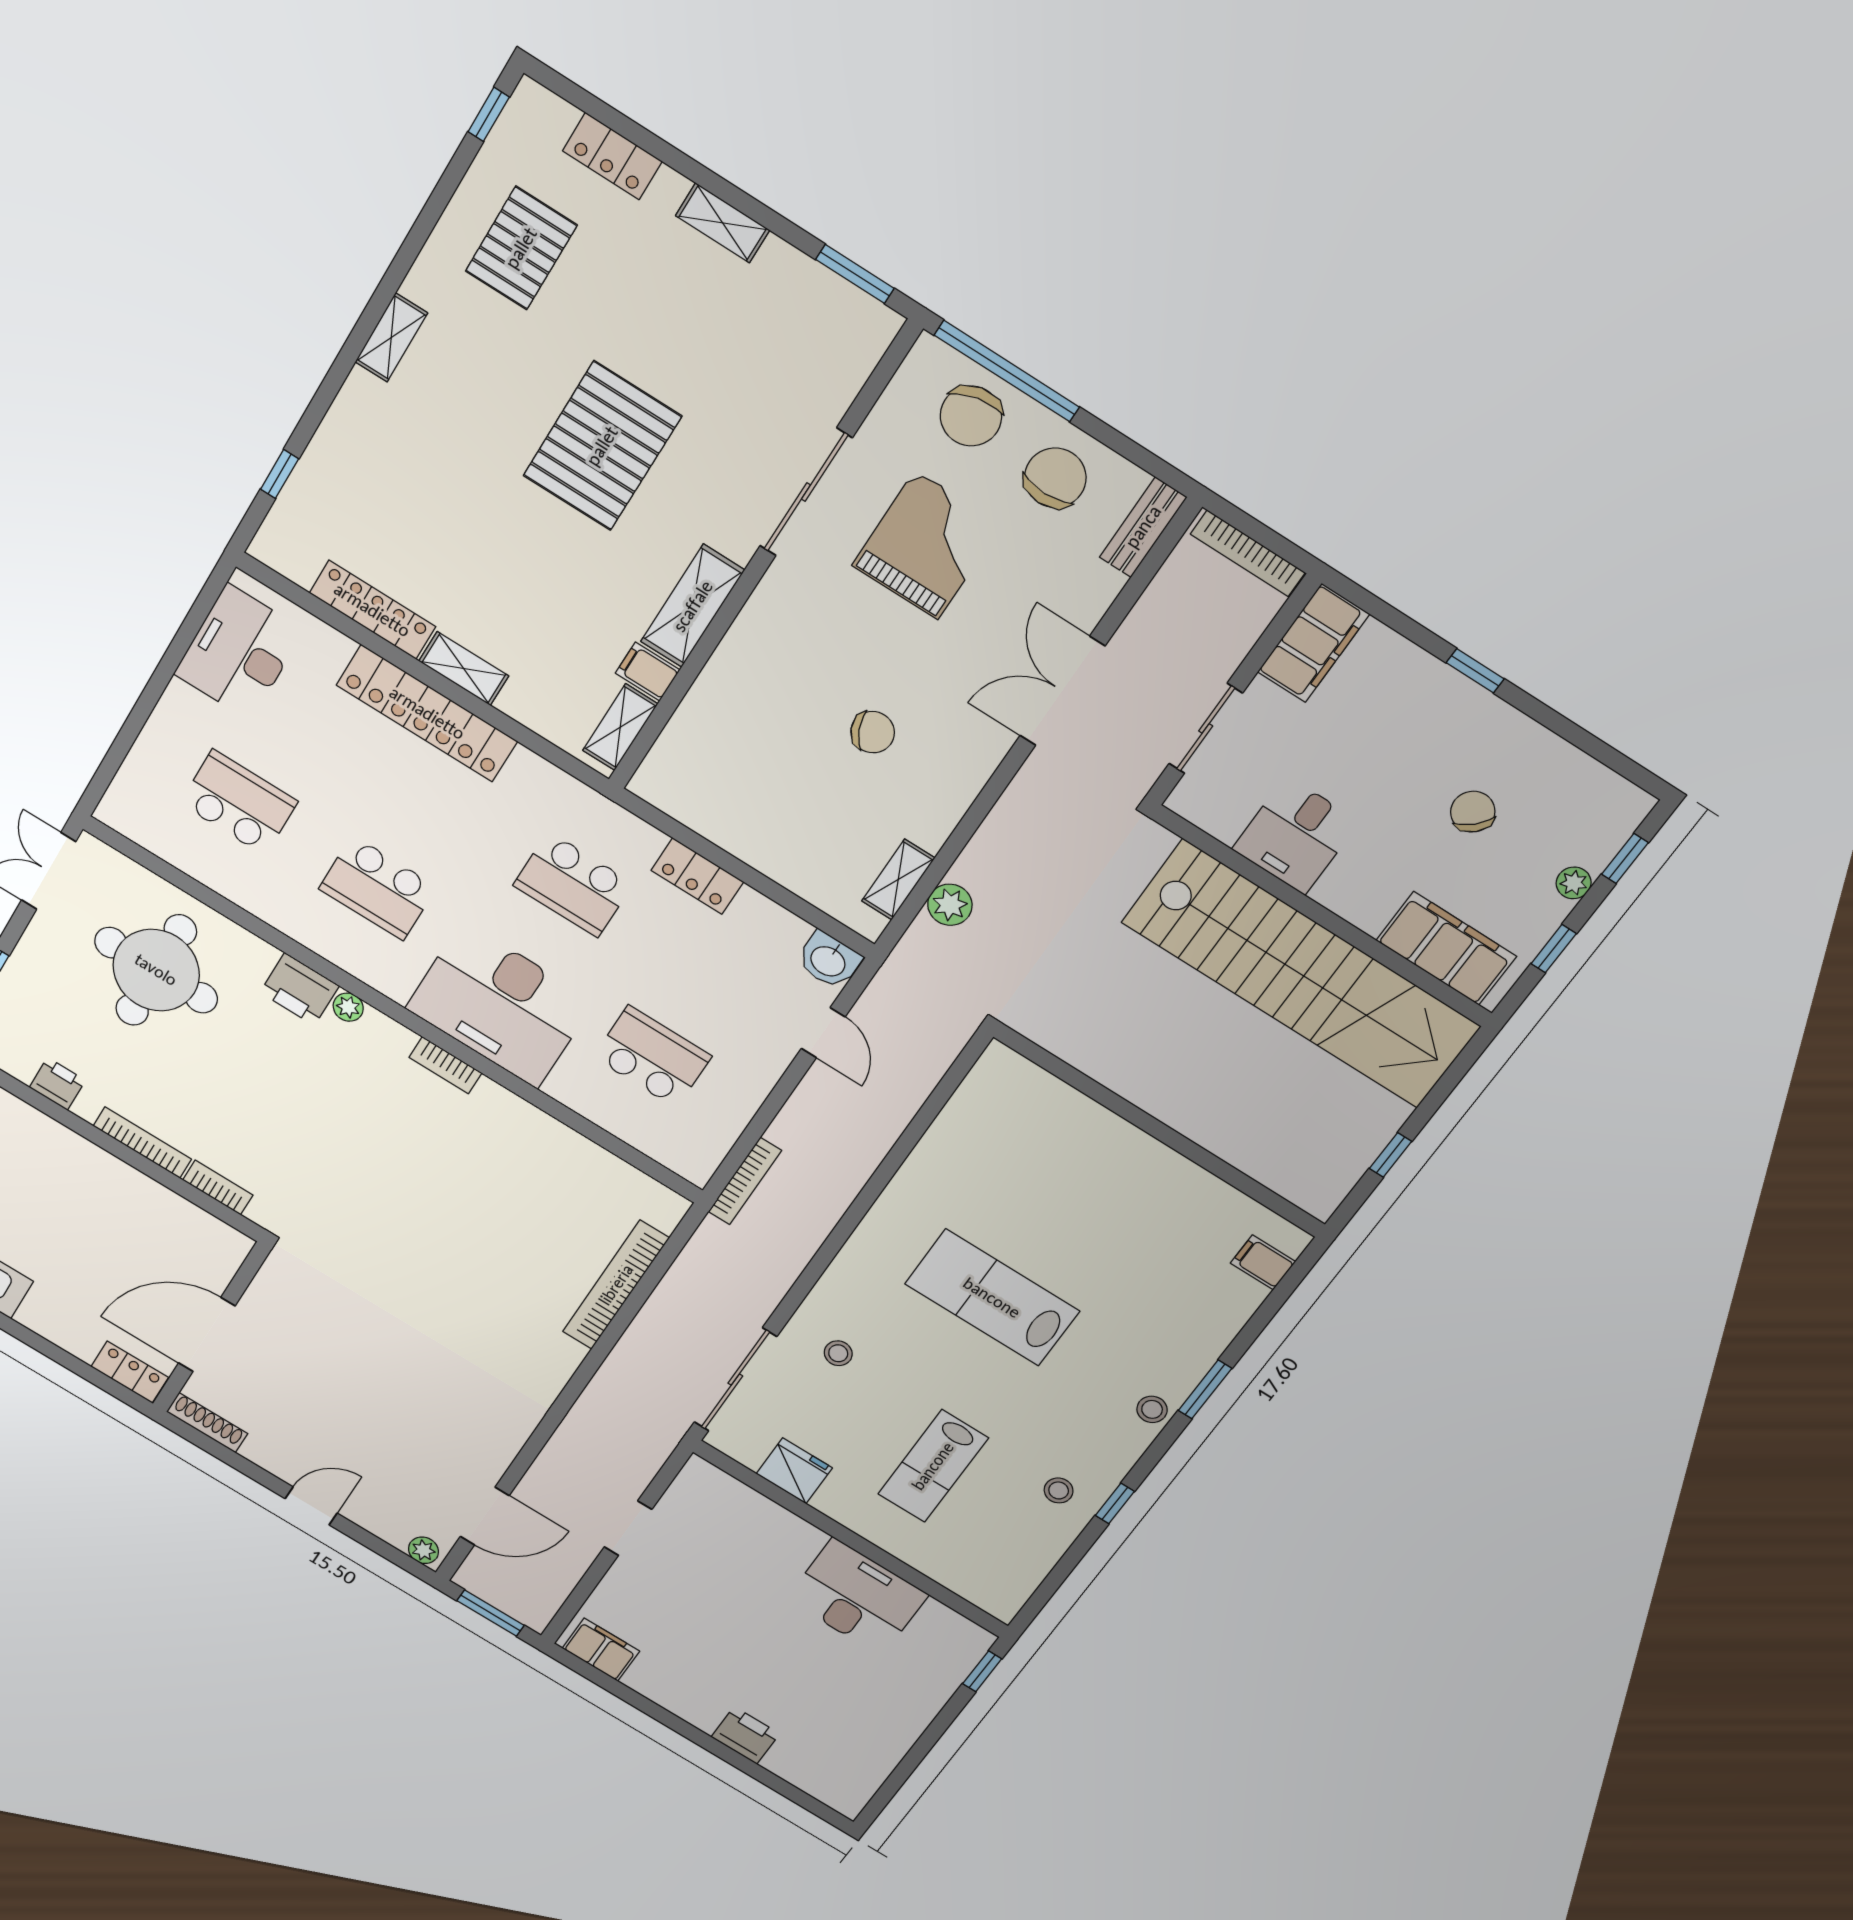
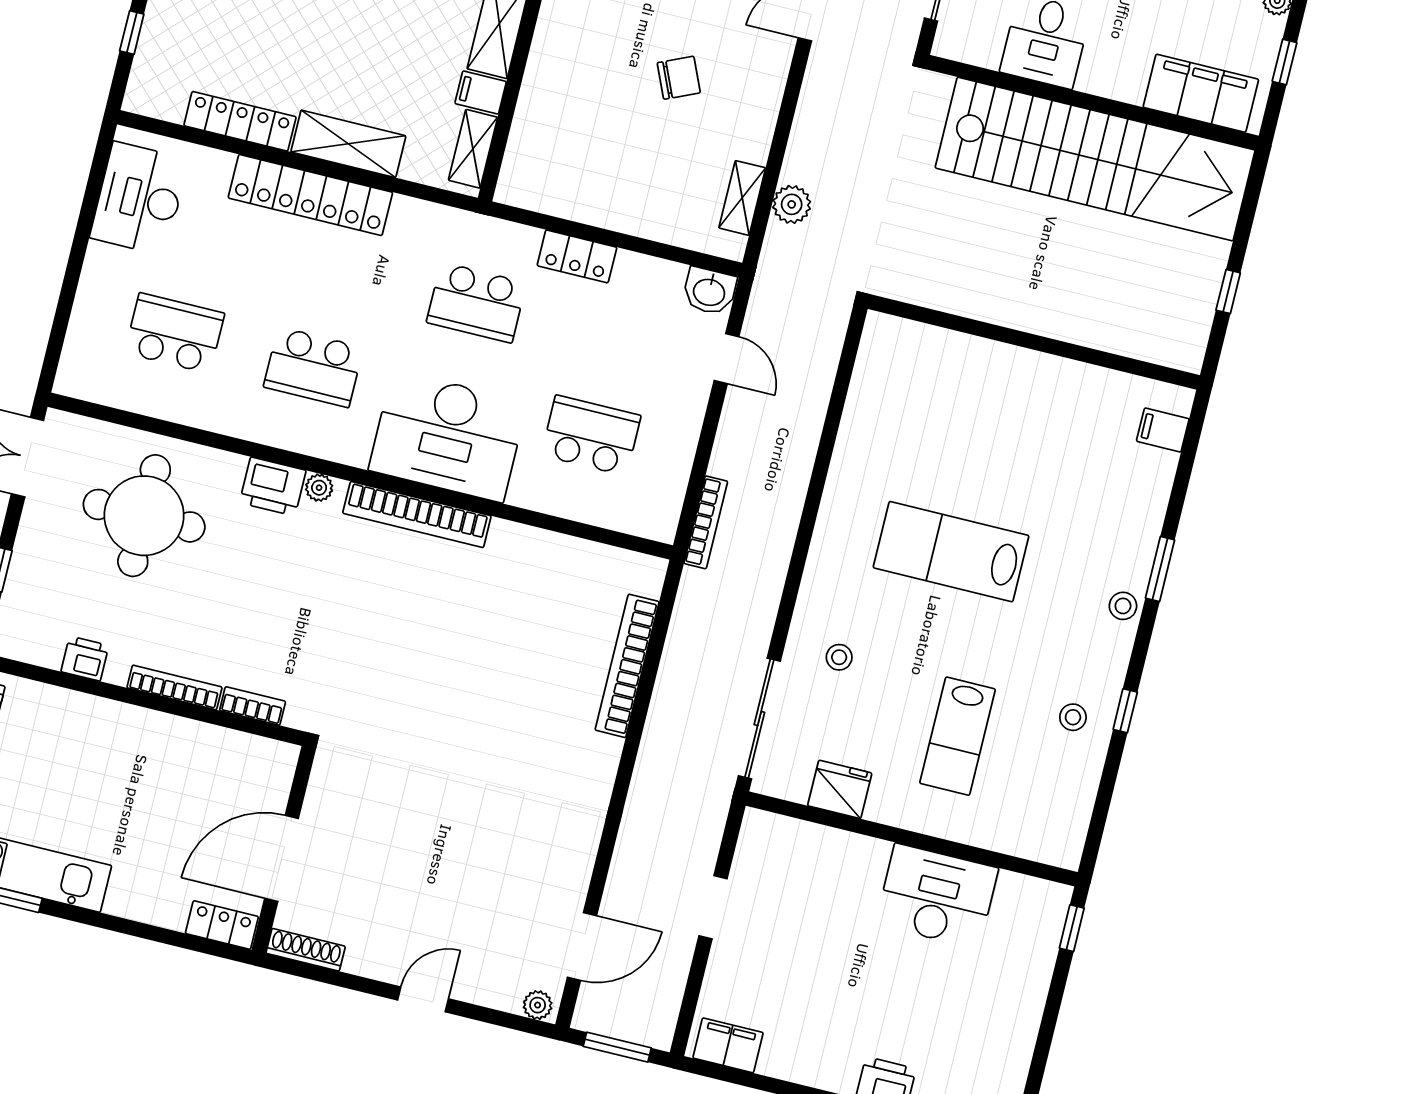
shelving: (464, 669) -> (348, 144), width x1.50, depth x1.33
bookcase: (445, 1065) -> (417, 515), width x2.31, depth x1.31

